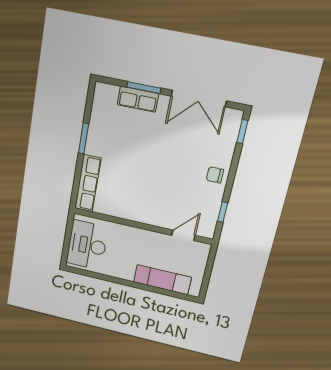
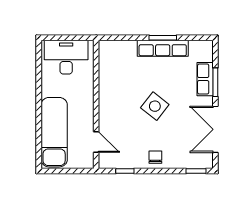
side table: (157, 163) -> (155, 106), added
row of seats: (88, 183) -> (163, 48), moved
exam couch: (162, 280) -> (54, 132), width x1.36, depth x1.45

